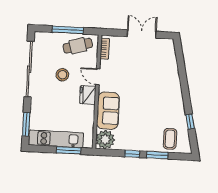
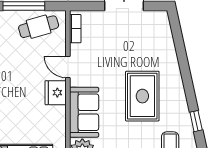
stool: (62, 75) -> (20, 67), removed
rug: (152, 101) -> (142, 96), added

